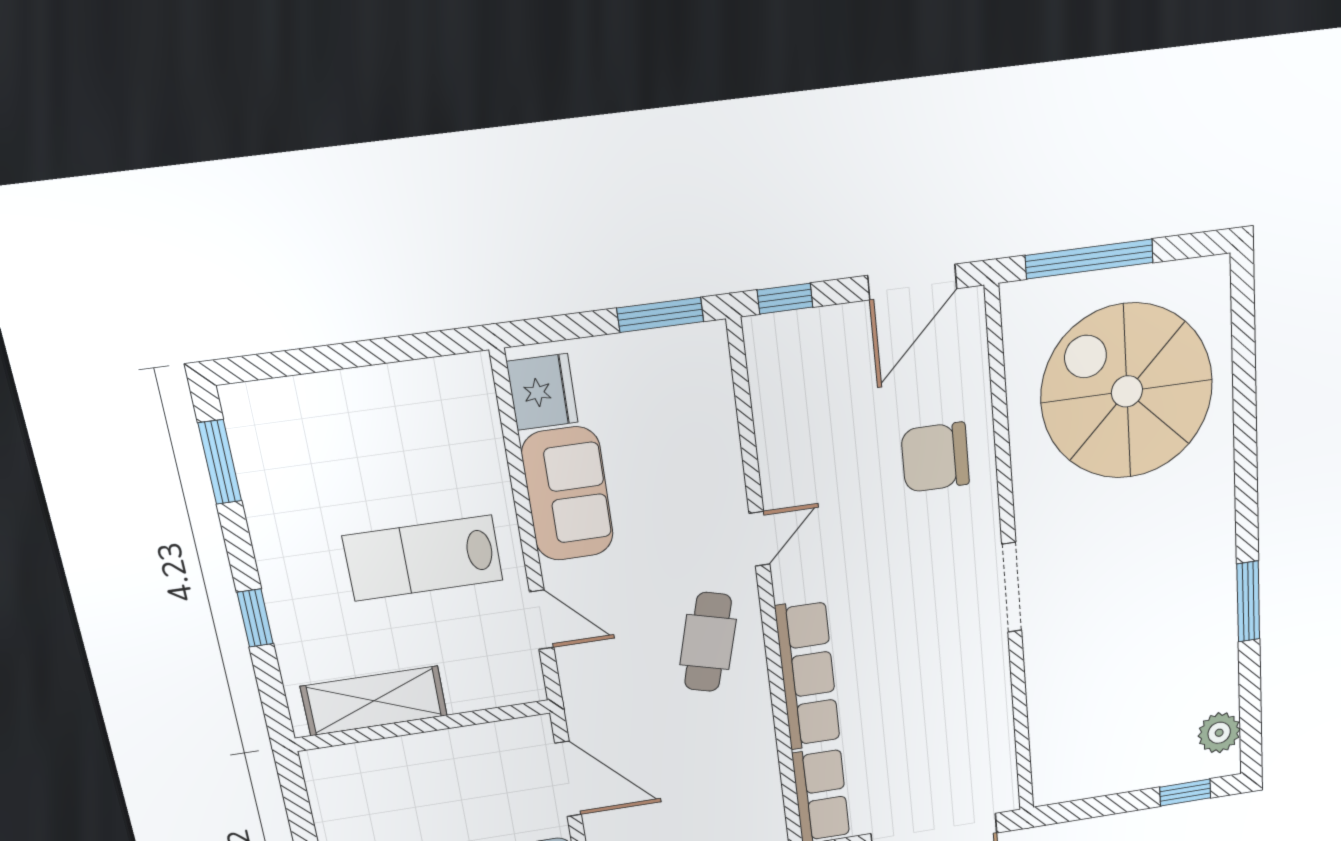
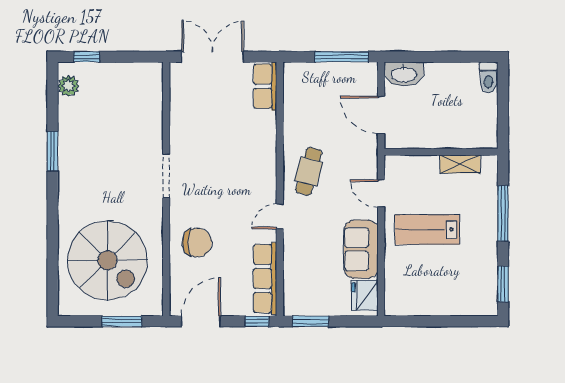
window: (1089, 259) -> (122, 321), width x0.69
lab bench: (423, 558) -> (427, 230), turned 180
window: (255, 618) -> (503, 213), width x2.17
row of seats: (808, 675) -> (265, 278), moved
shelving: (374, 701) -> (460, 164), width x0.67, depth x0.75

